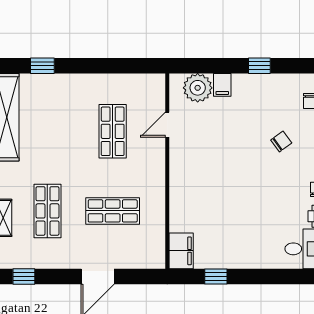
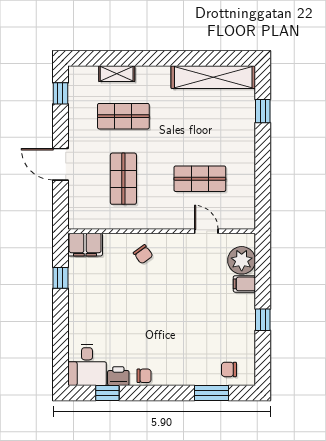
chair: (281, 142) -> (143, 254), moved

